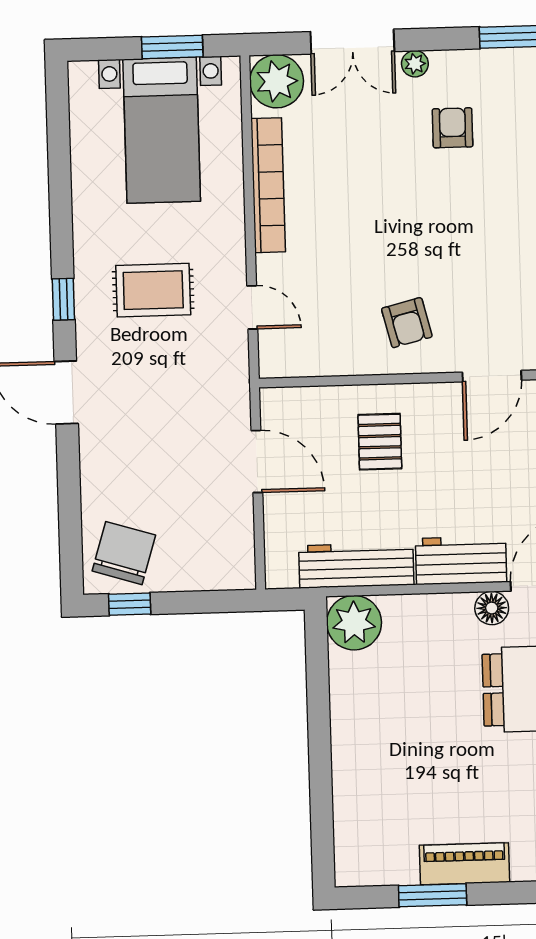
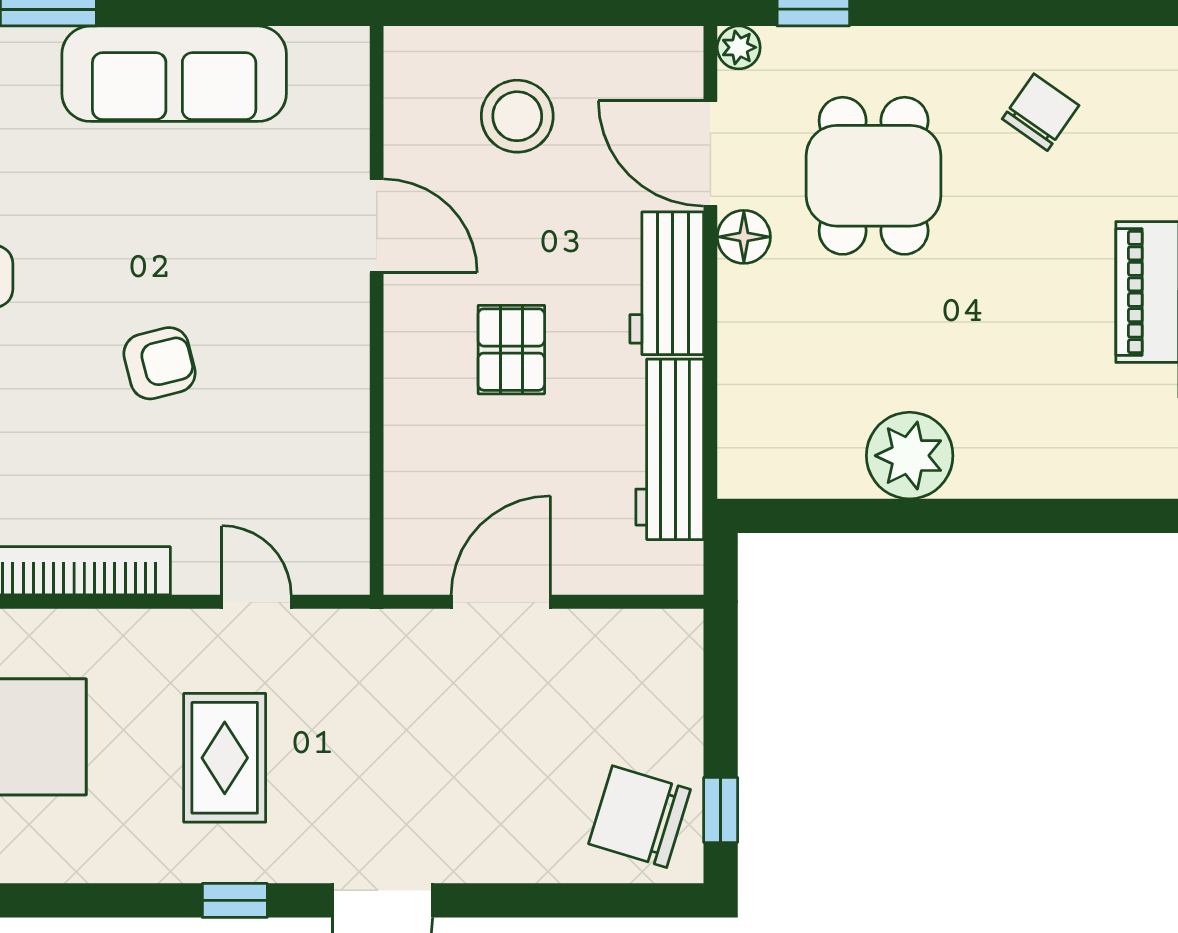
door: (252, 307) -> (256, 602), hinge flipped
armchair: (407, 323) -> (160, 363), moved
pallet: (380, 442) -> (511, 350), moved, turned 90
plant: (354, 623) -> (910, 456), moved

